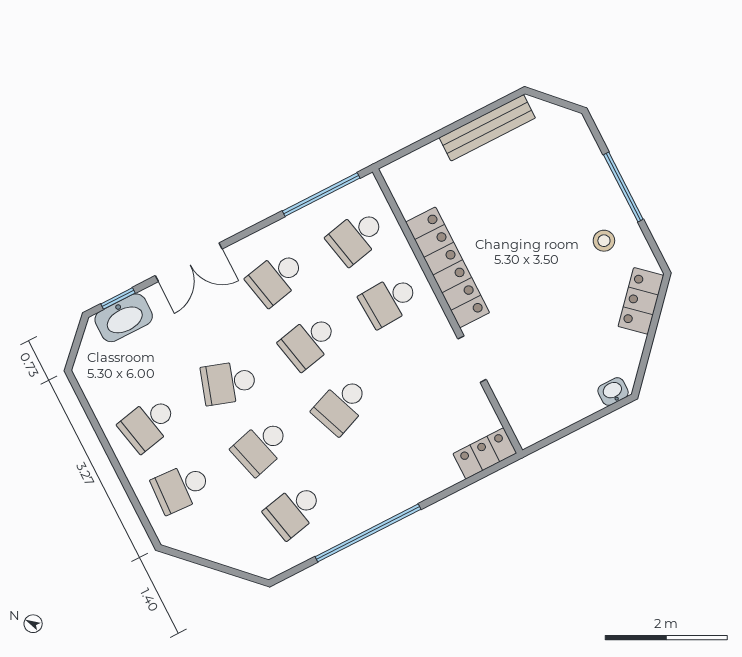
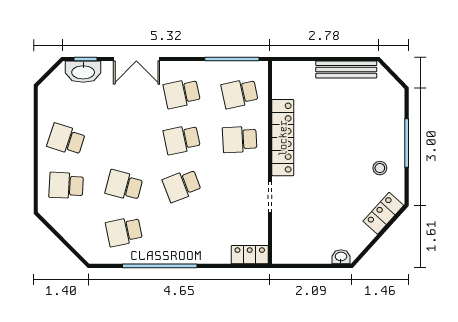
school desk: (229, 383) -> (124, 139), removed
school desk: (148, 424) -> (66, 139), turned 30
school desk: (261, 447) -> (124, 185), turned 30

